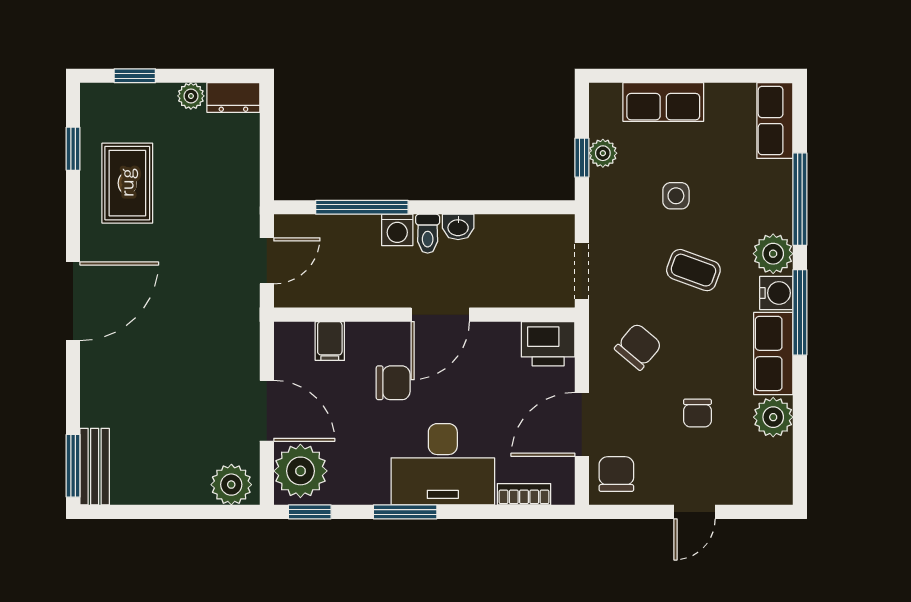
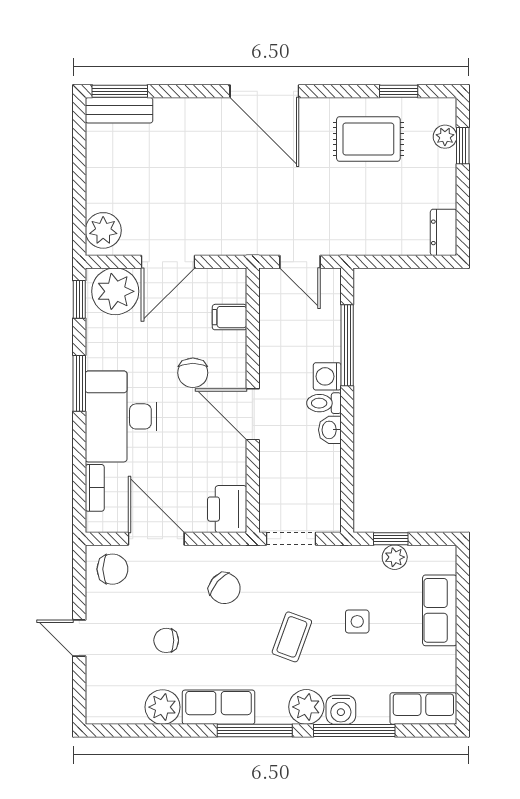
plant: (191, 96) -> (445, 137), moved
water cooler: (776, 293) -> (341, 710), moved

